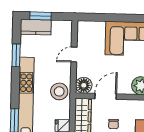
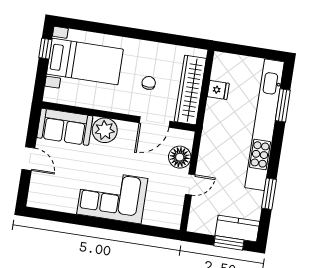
floor lamp: (84, 85) -> (180, 157), moved
stool: (59, 91) -> (217, 137), removed

